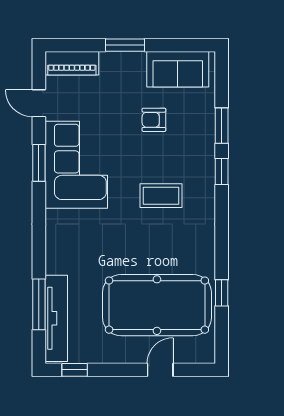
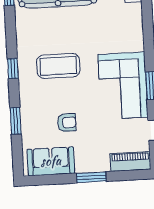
window: (222, 171) -> (13, 69), moved
coffee table: (161, 196) -> (58, 66), width x1.36, depth x1.32

